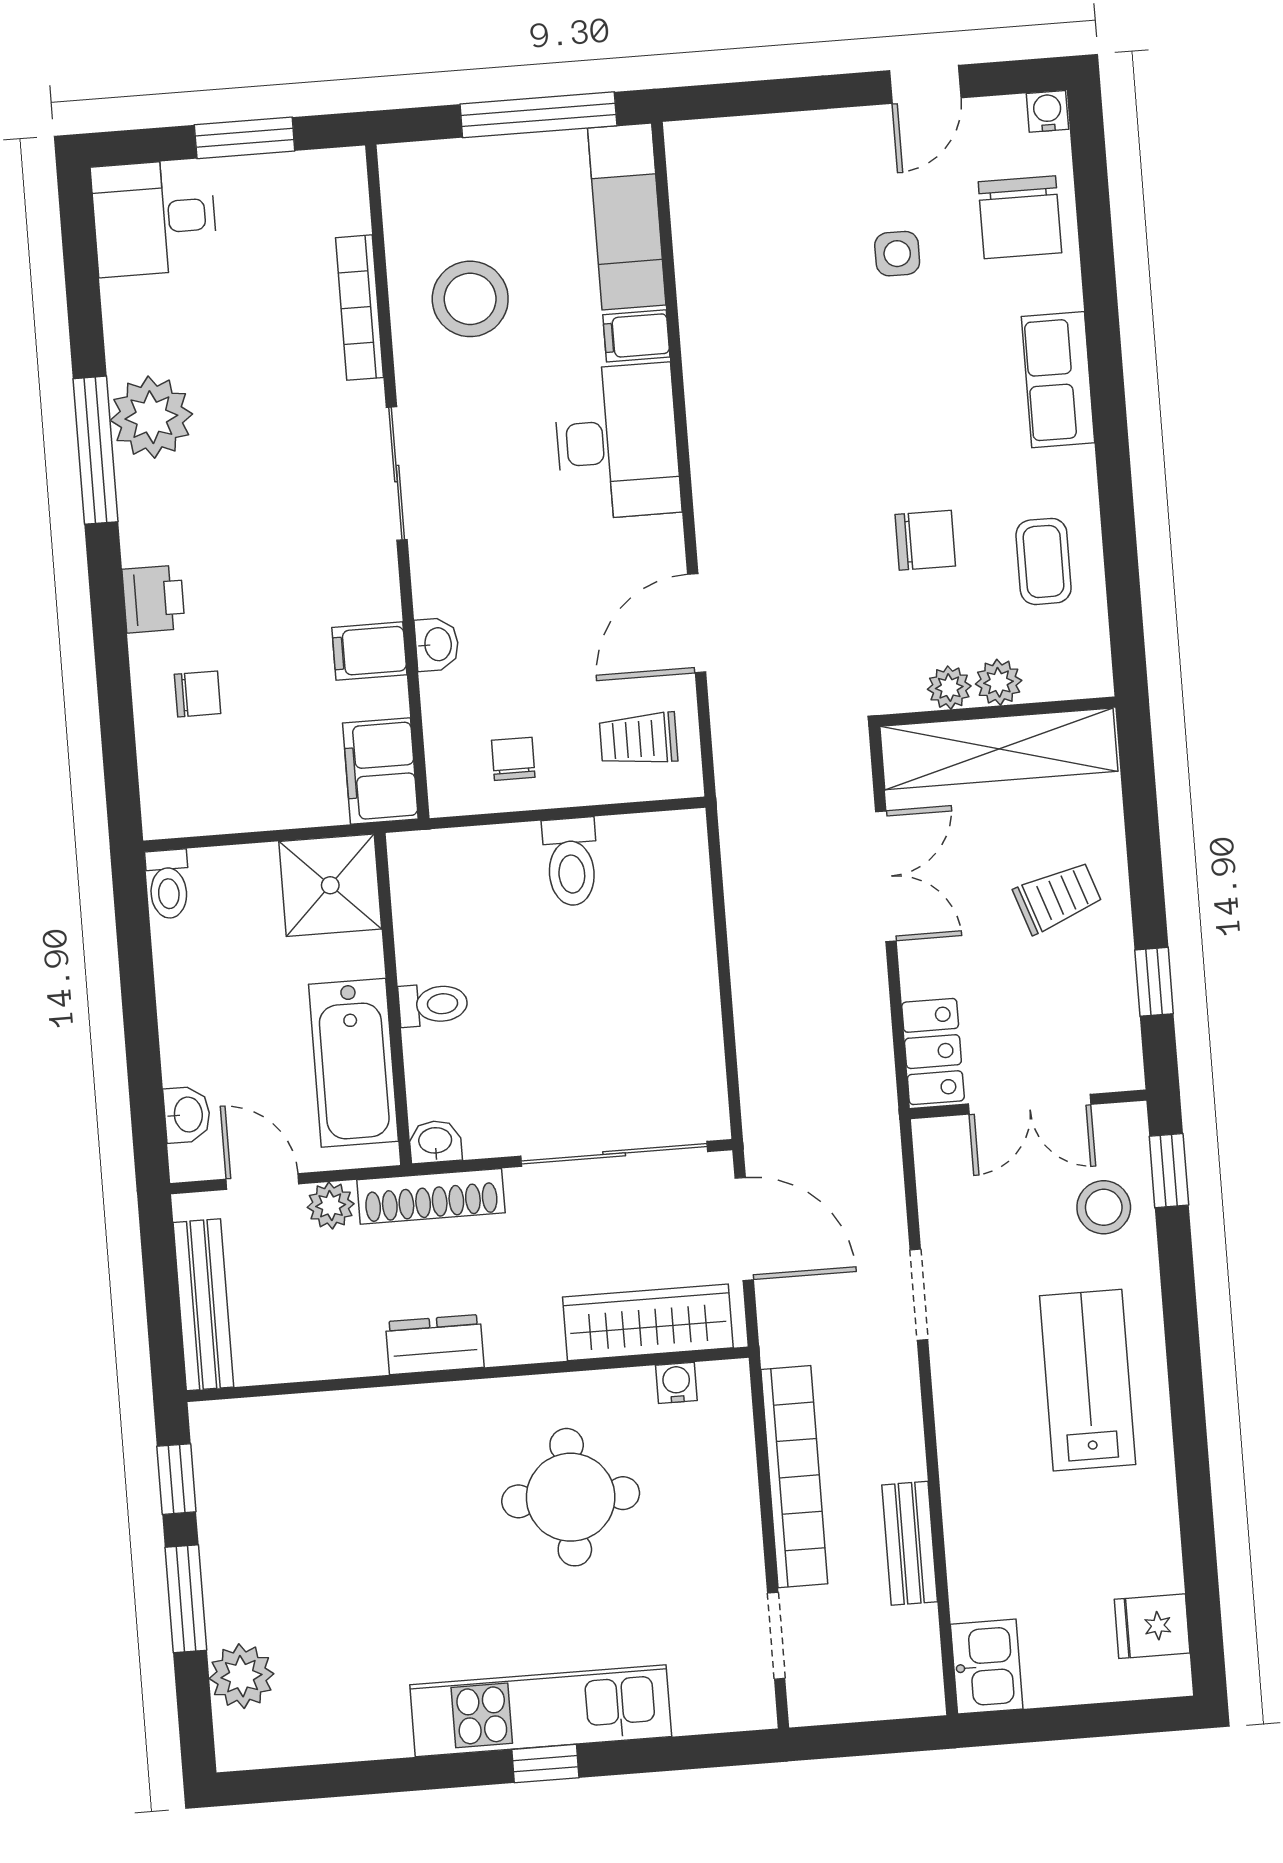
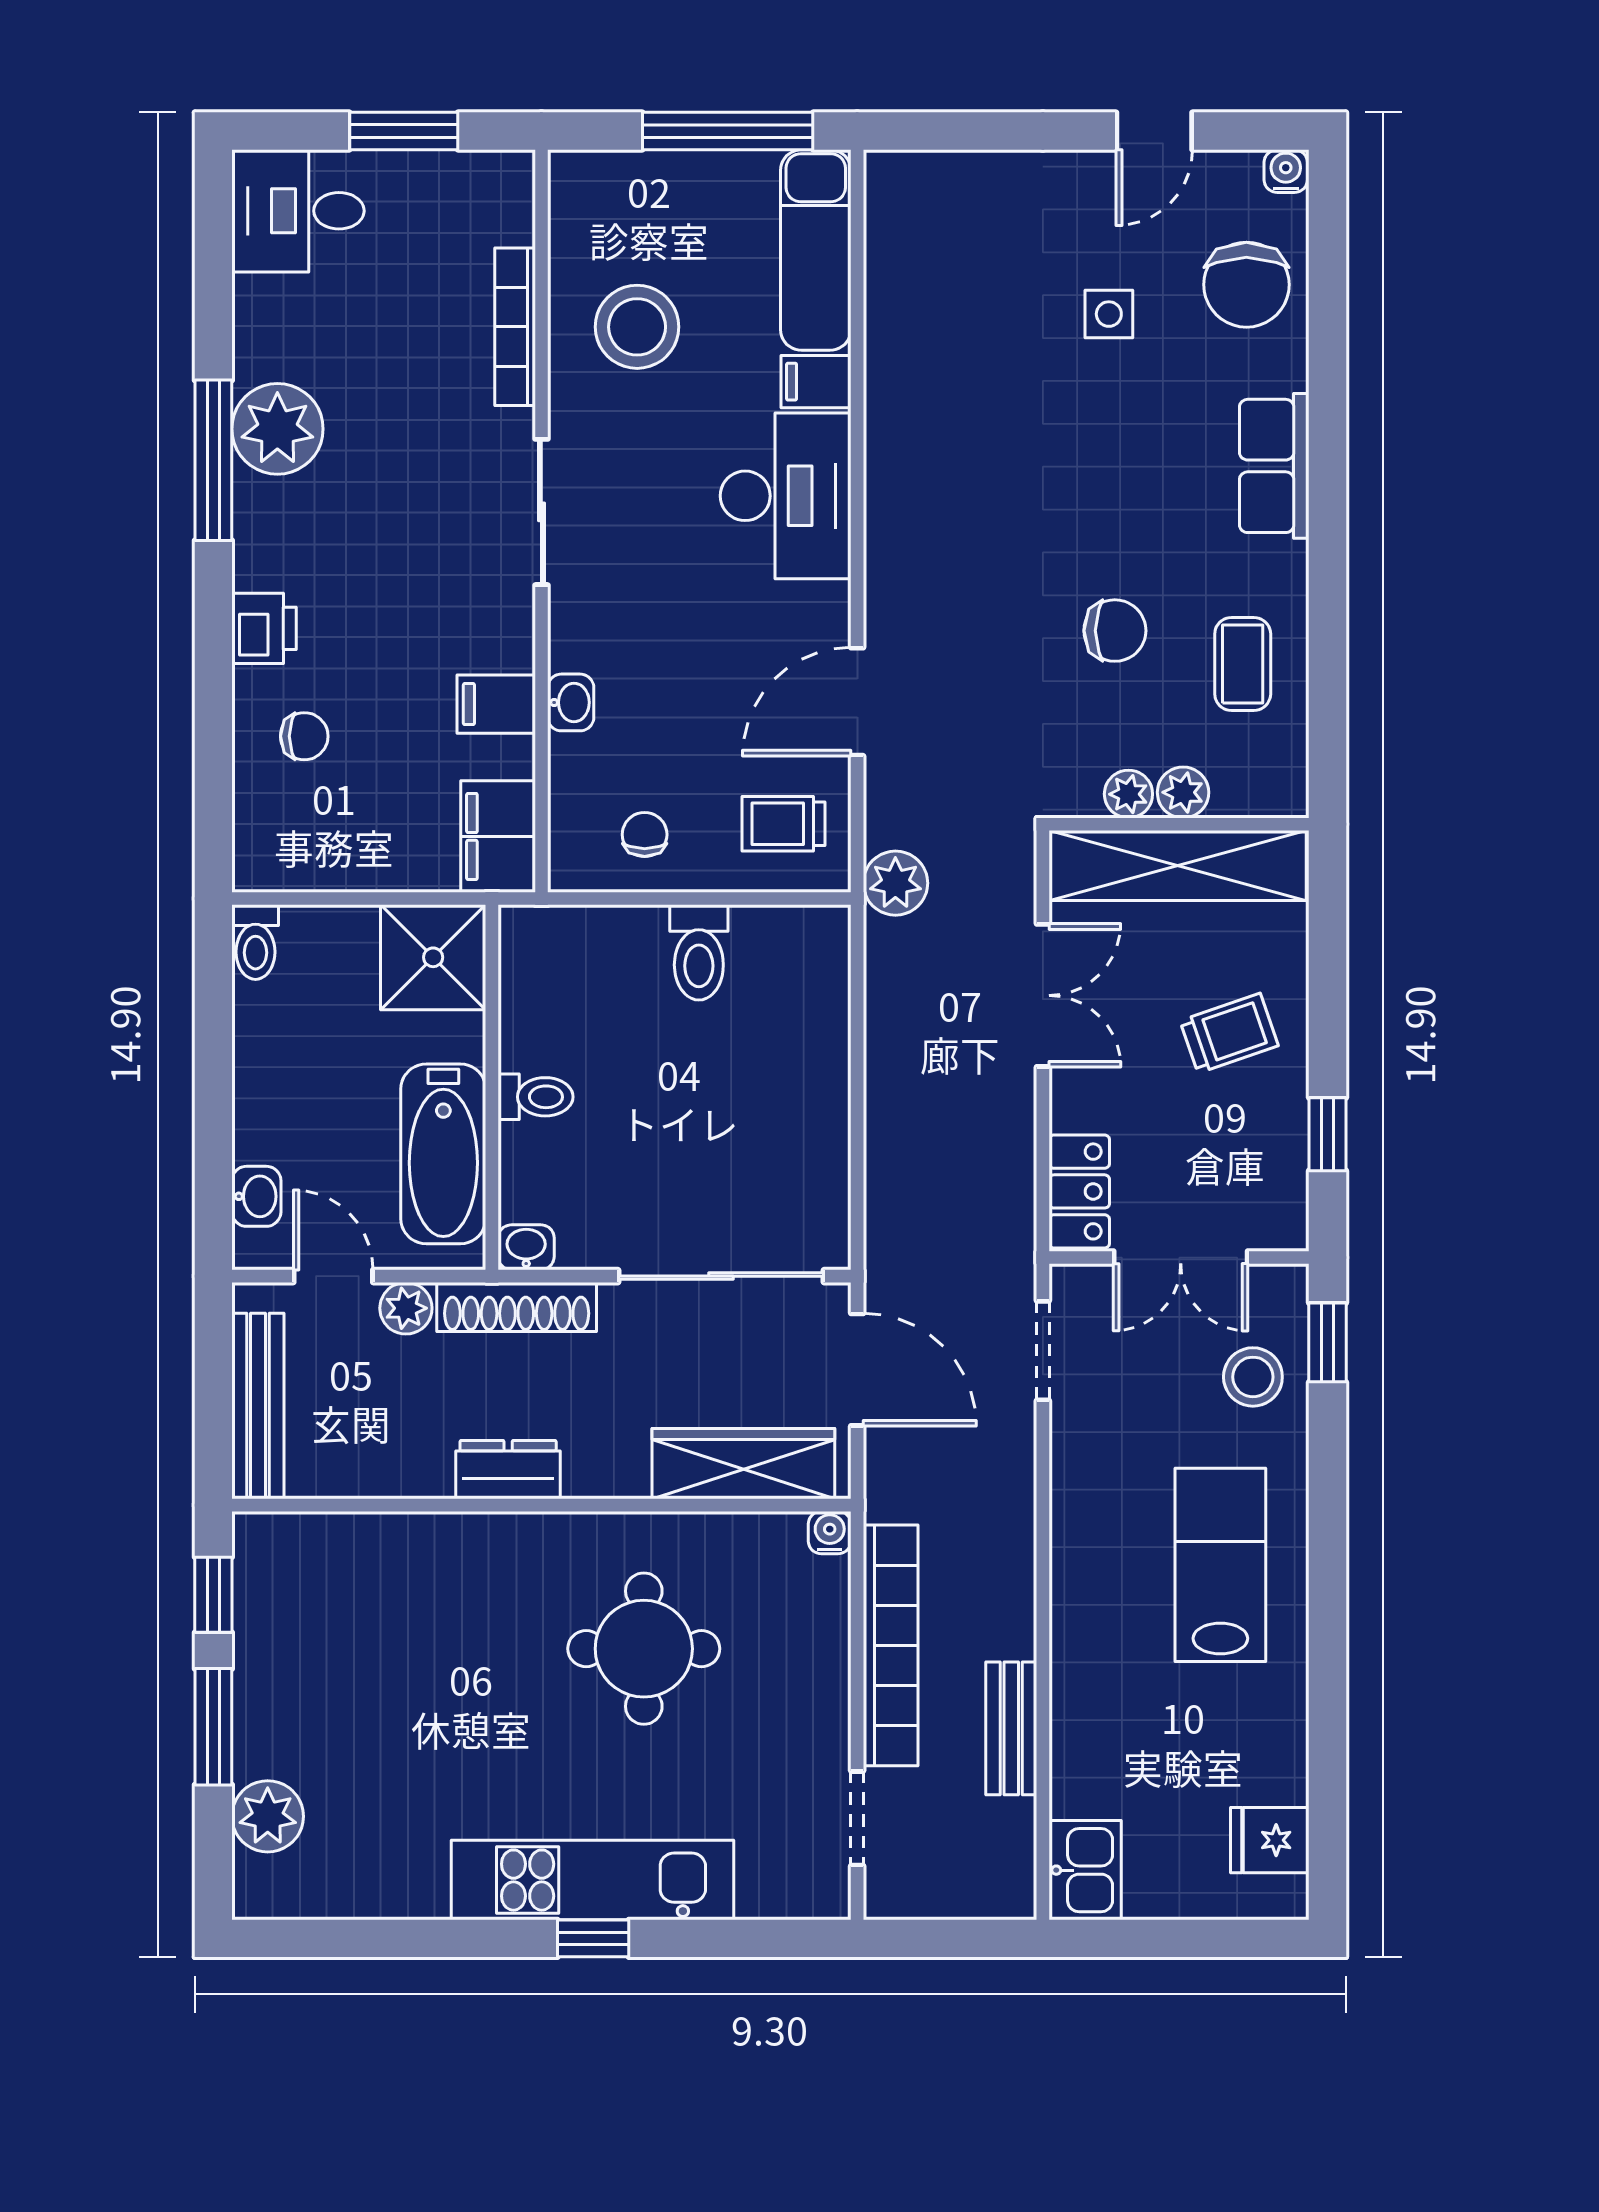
plant: (744, 785) -> (895, 883), added
doorway: (919, 1295) -> (1043, 1351), moved
water cooler: (676, 1383) -> (830, 1533), moved

